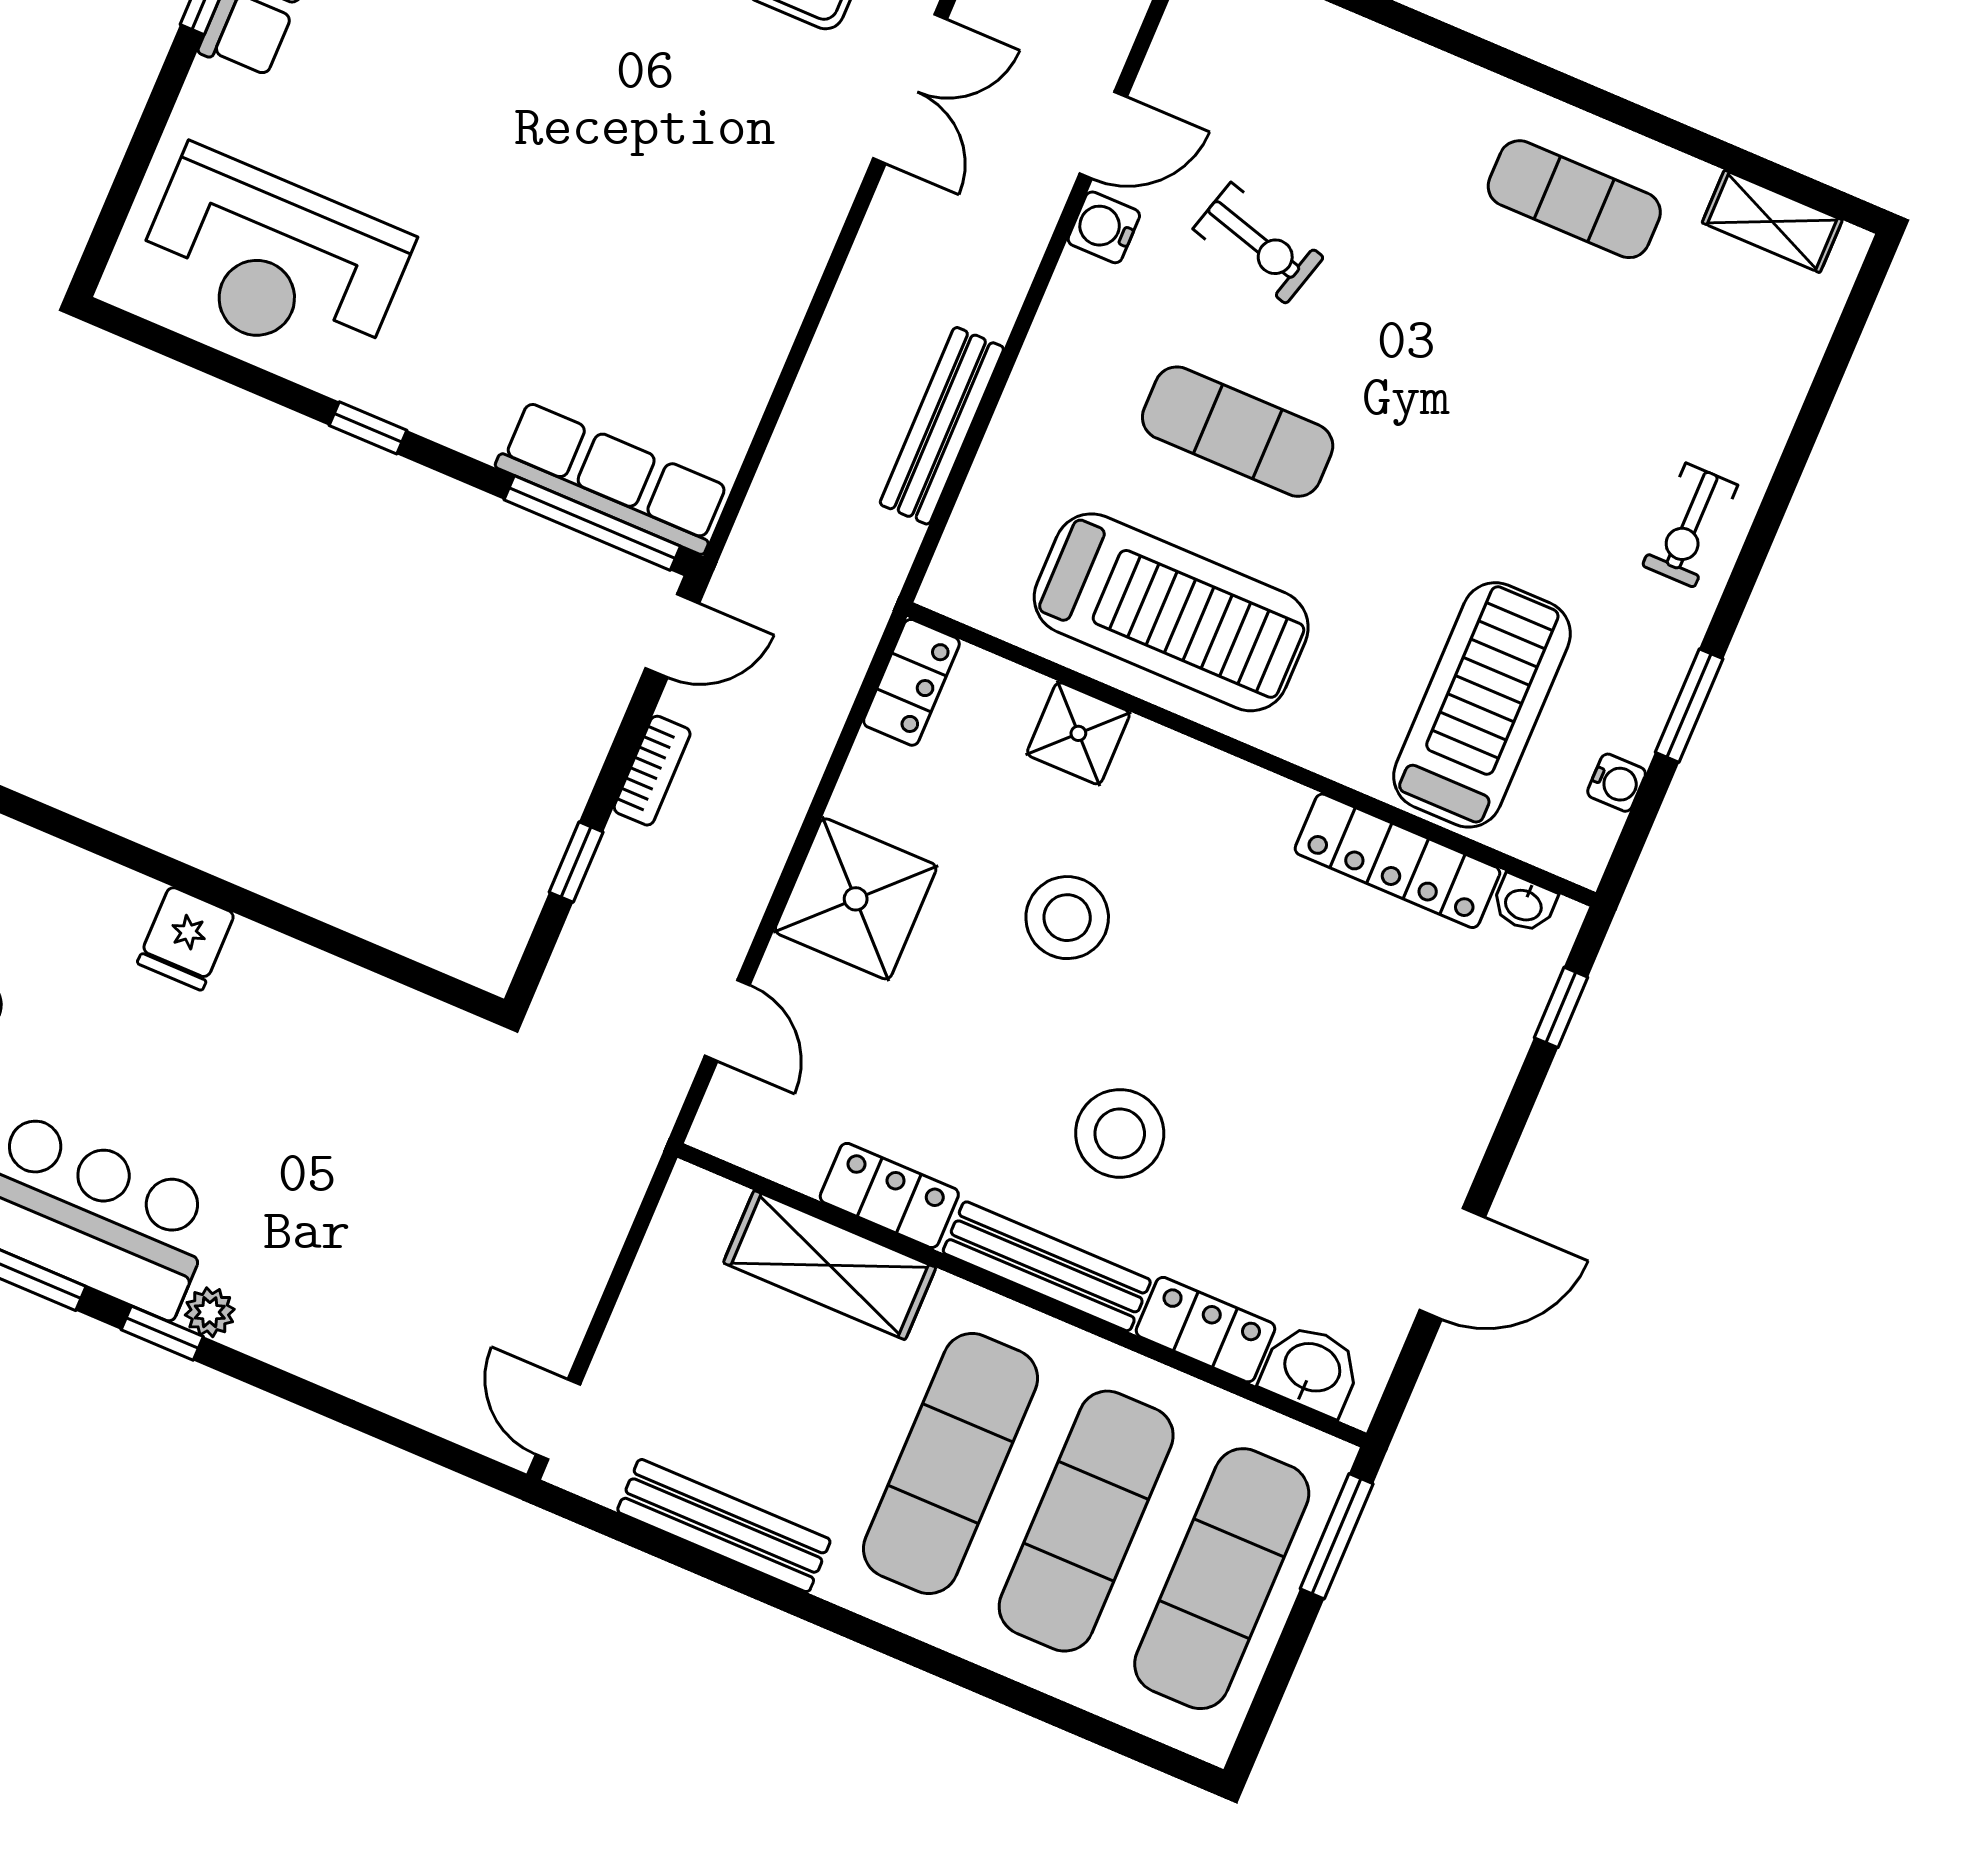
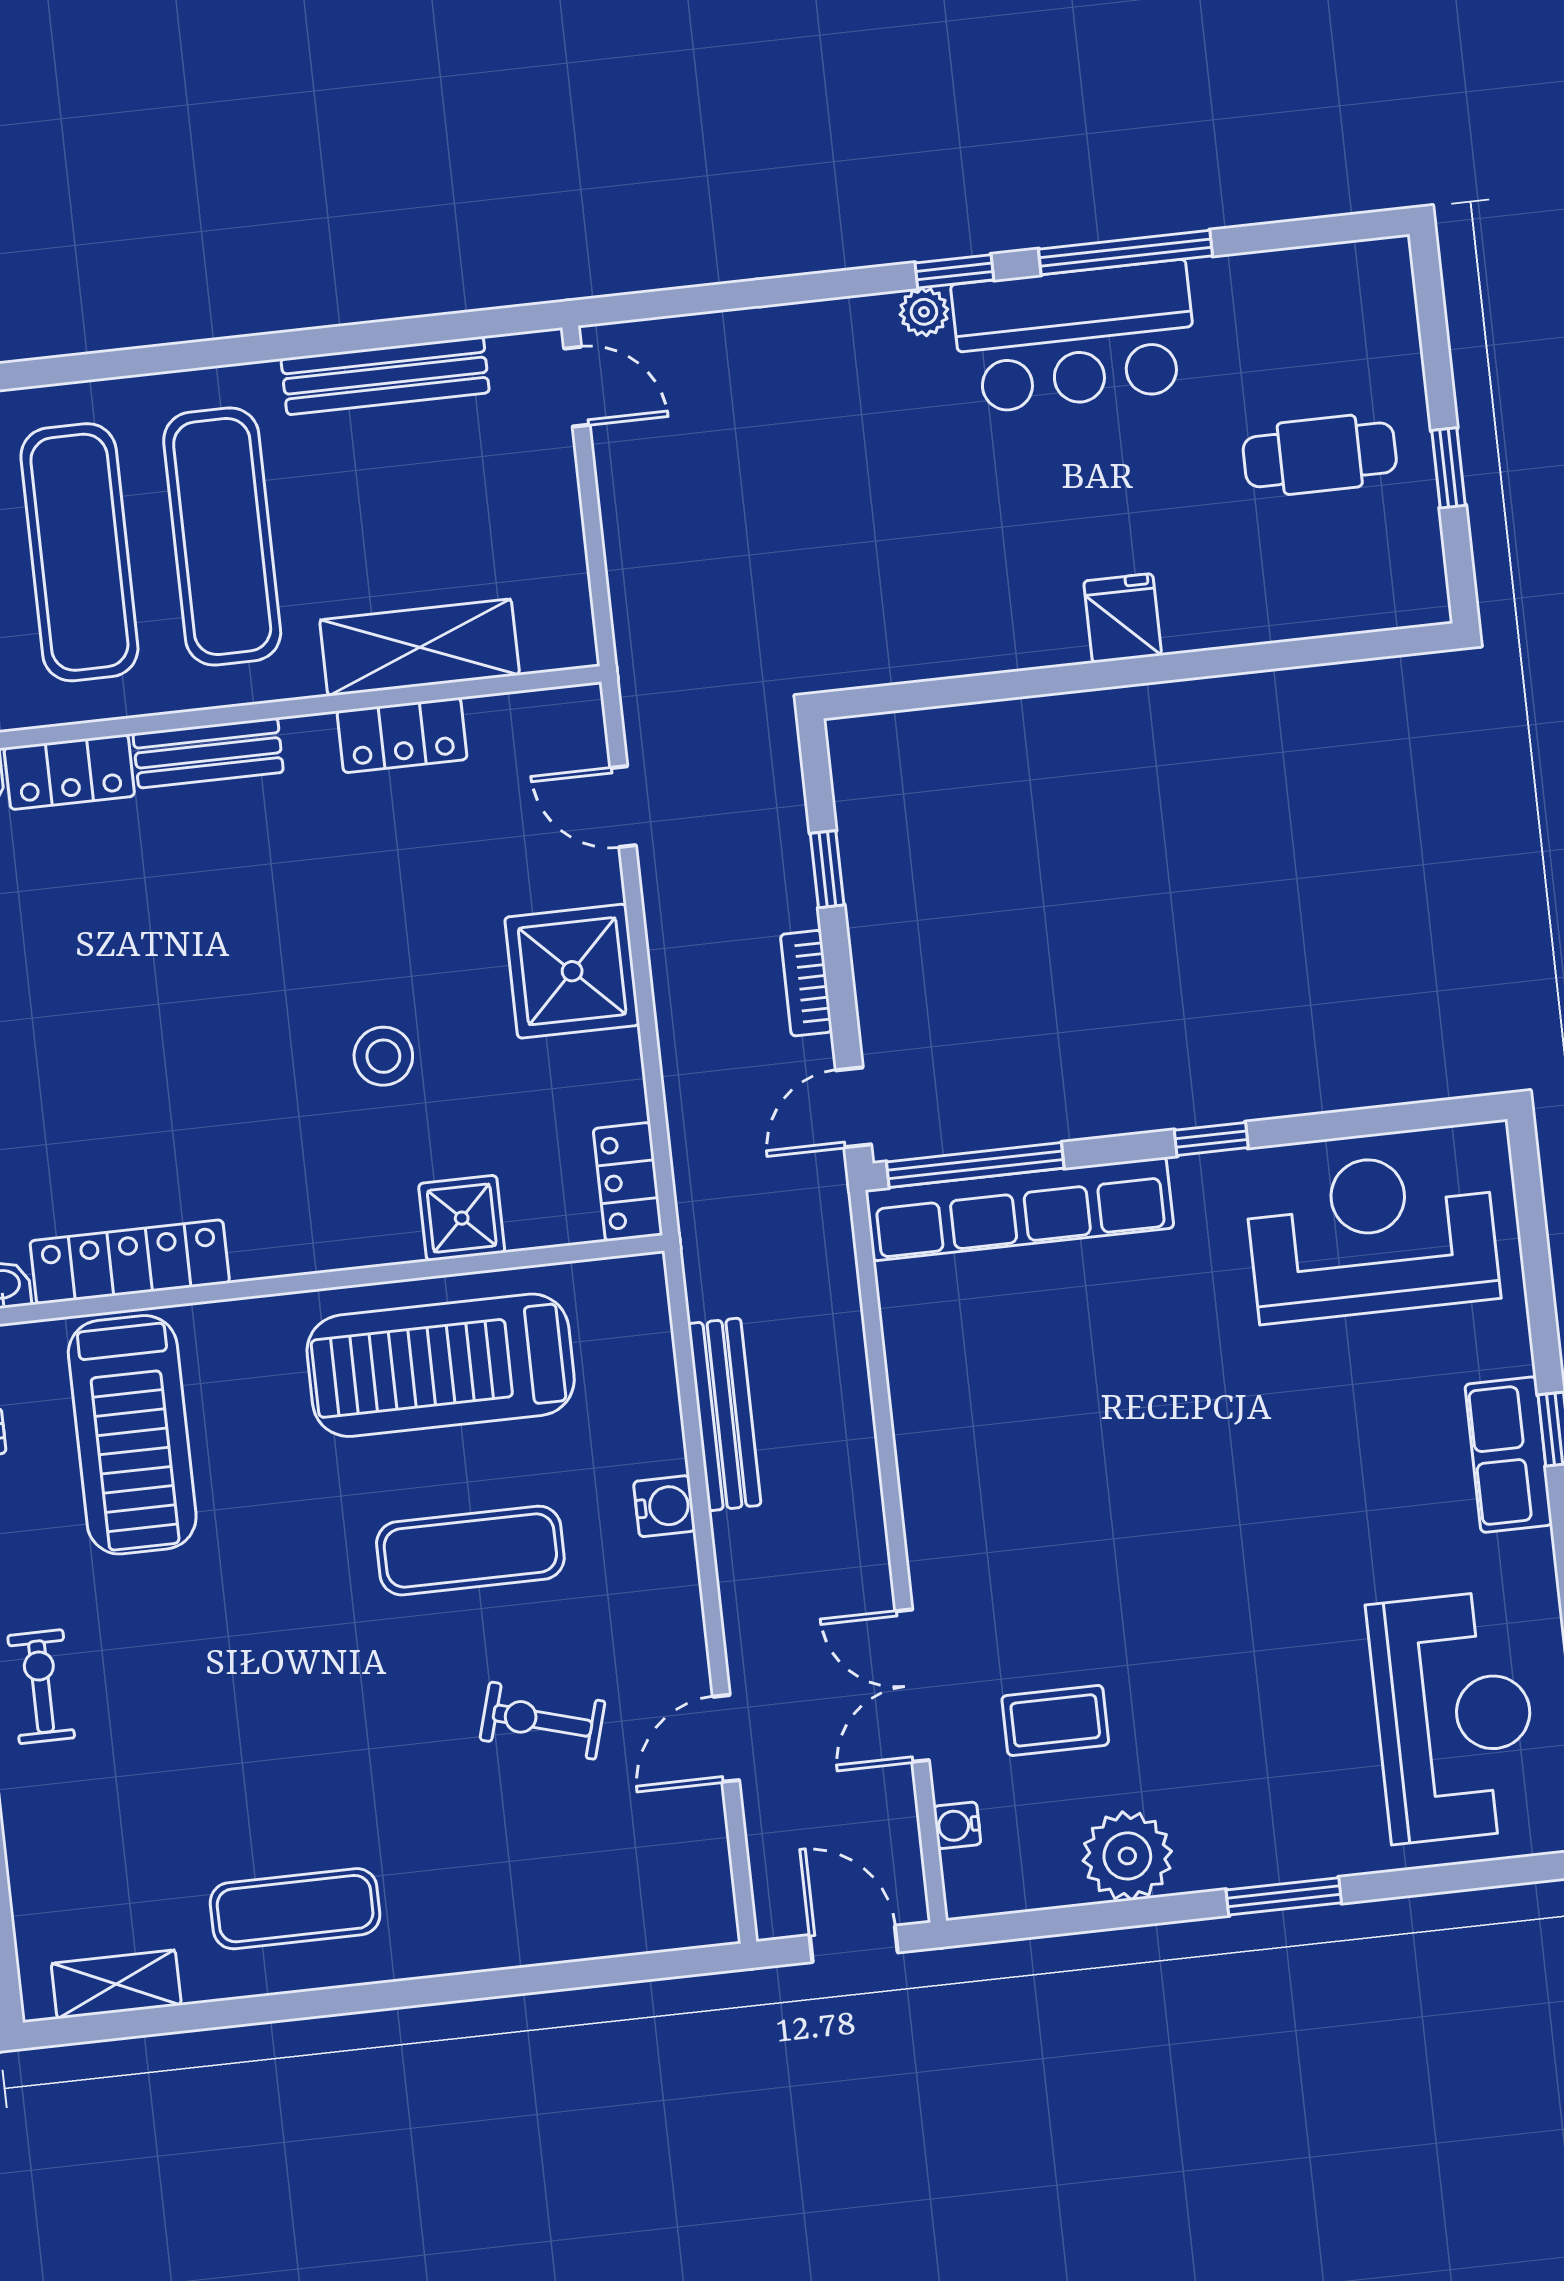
water cooler: (1104, 227) -> (664, 1506), moved
row of seats: (613, 478) -> (1019, 1209), width x1.36
stool: (1067, 918) -> (383, 1056), width x0.73, depth x0.73
stool: (1120, 1133) -> (236, 898), removed
bench: (1047, 1266) -> (208, 753), width x0.73

